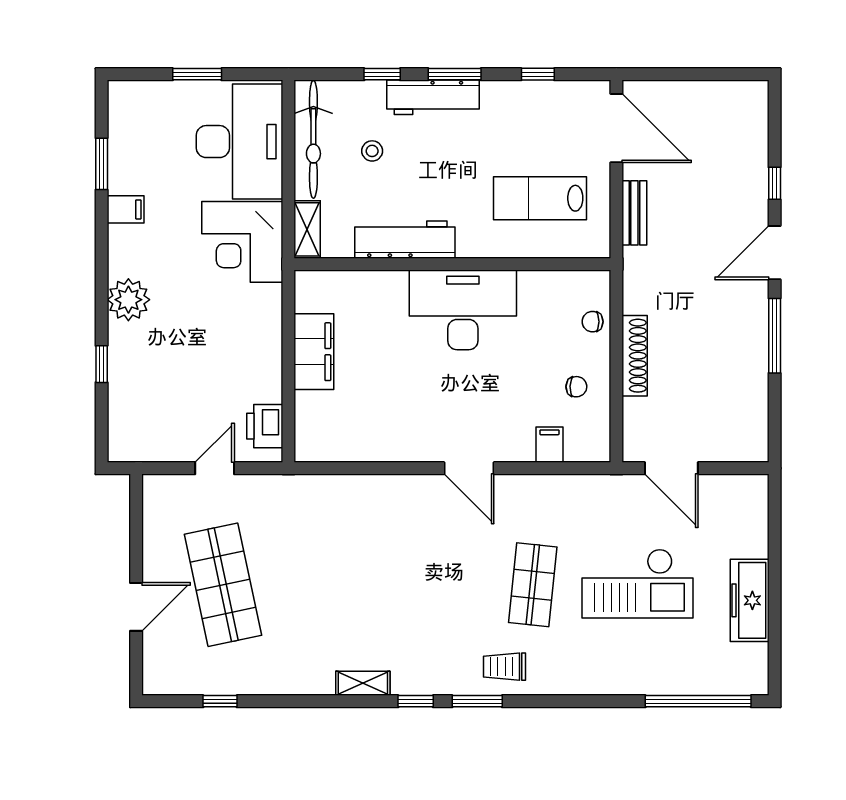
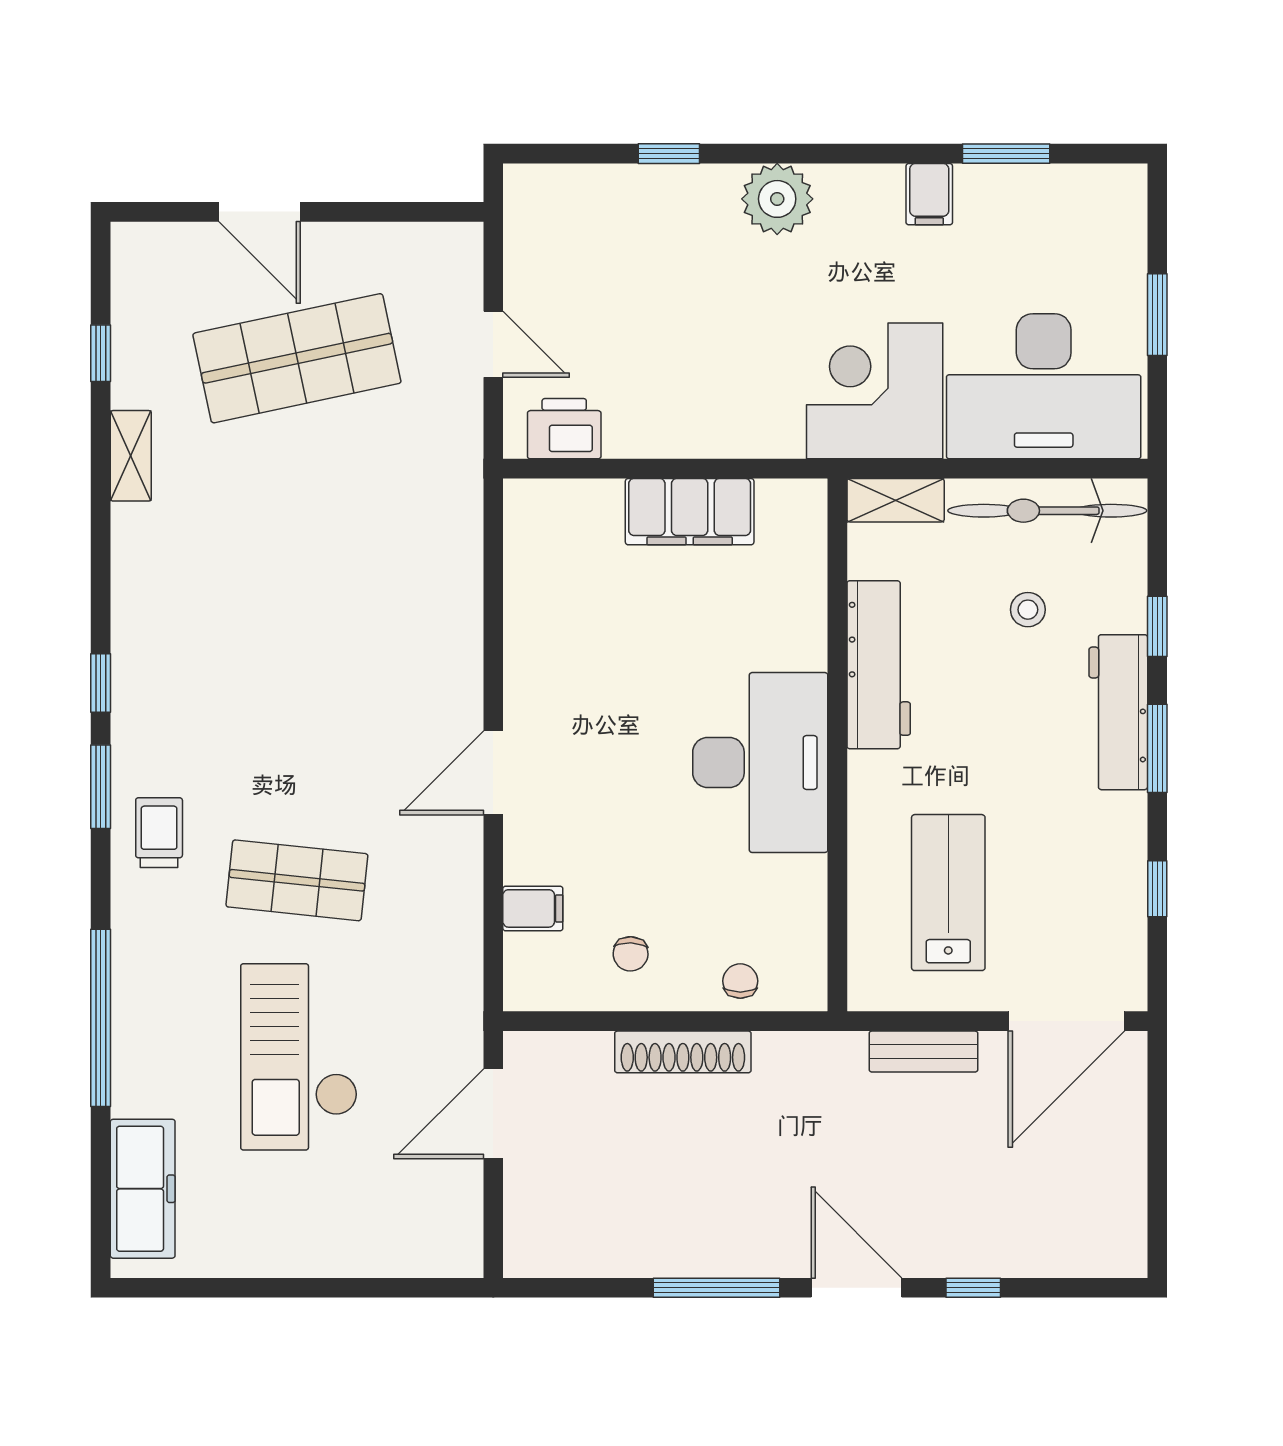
freezer: (750, 600) -> (143, 1189), moved, turned 90
shelving: (363, 683) -> (131, 456), moved
window: (698, 701) -> (101, 1018), moved

